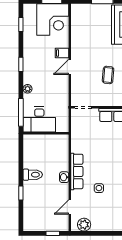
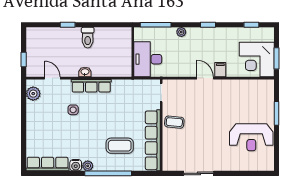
coffee table: (108, 75) -> (174, 122), moved
desk: (39, 120) -> (148, 59), moved

